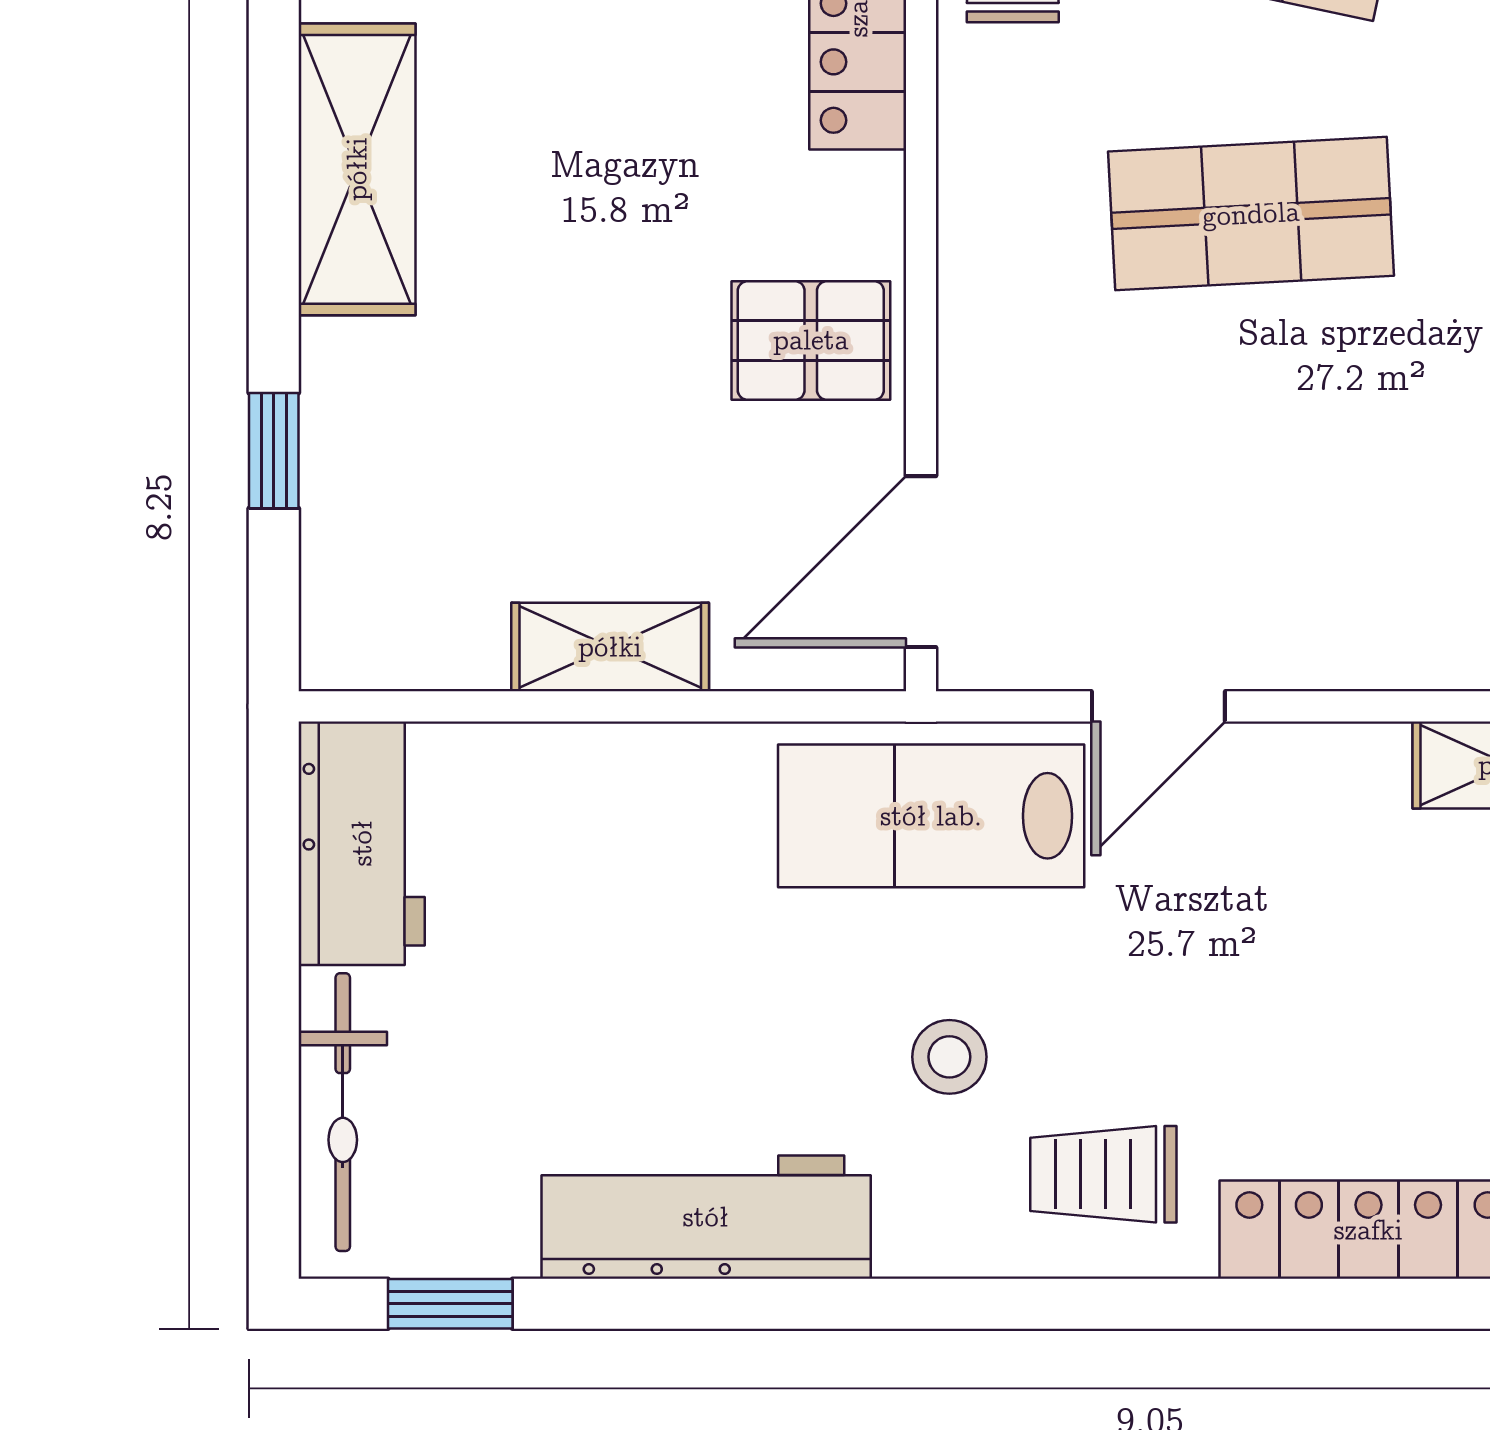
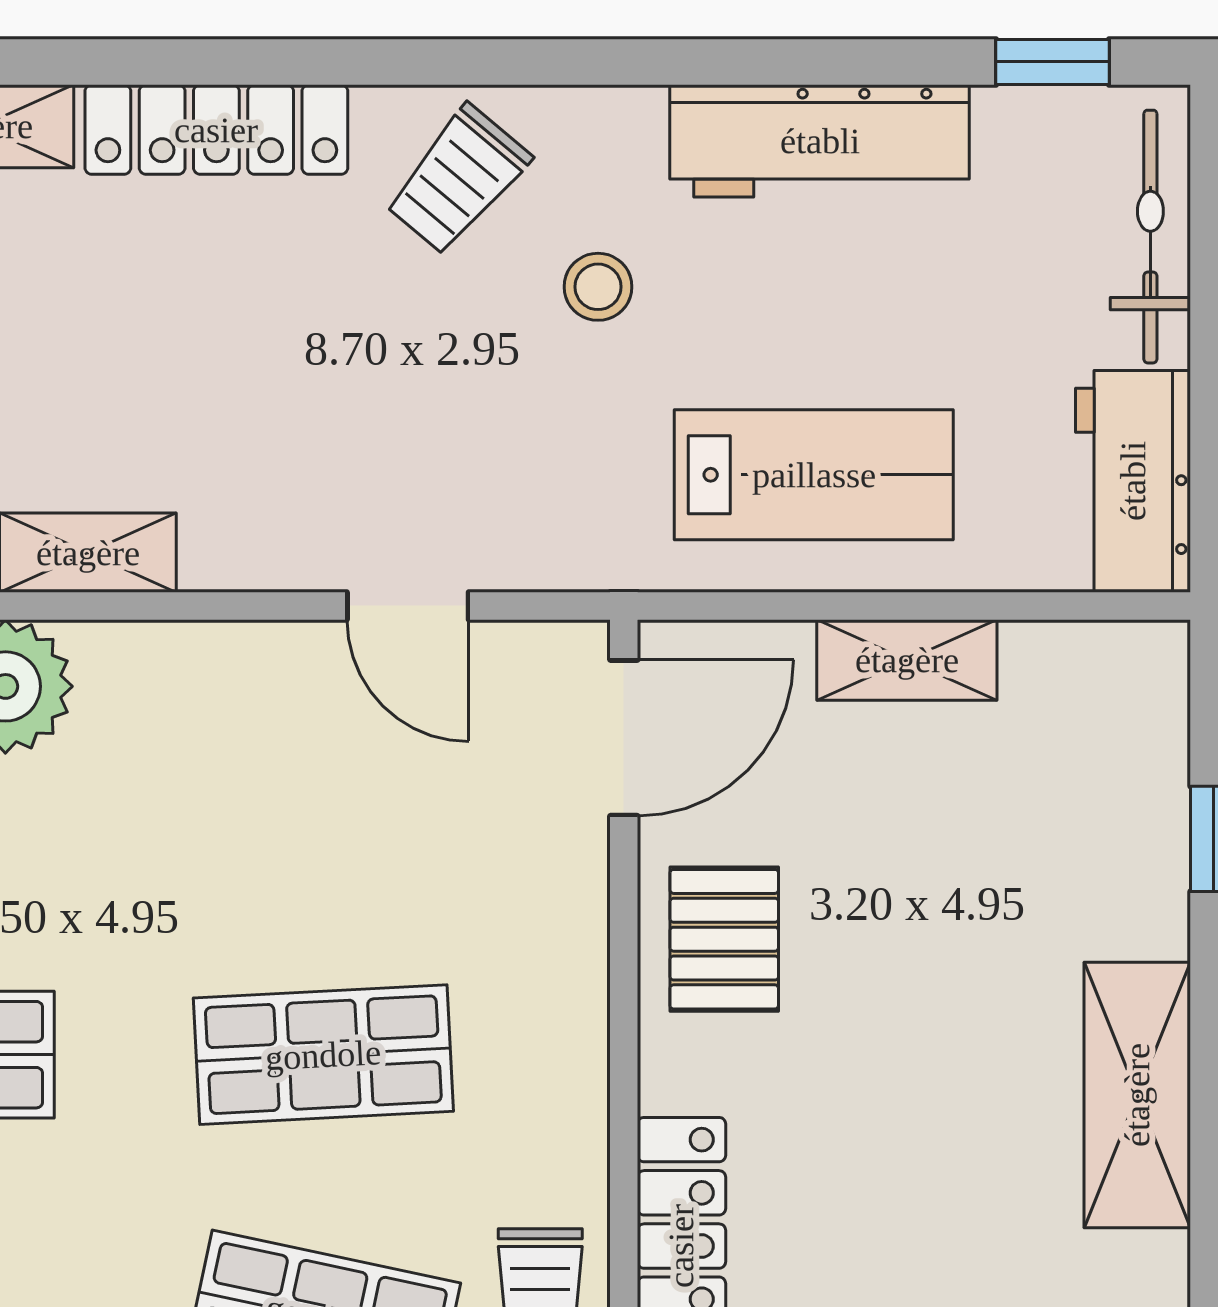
pallet: (811, 340) -> (724, 939), turned 90
door: (1158, 706) -> (408, 606), swing flipped
lab bench: (931, 816) -> (814, 475), moved
trolley: (1103, 1174) -> (458, 180), turned 130

